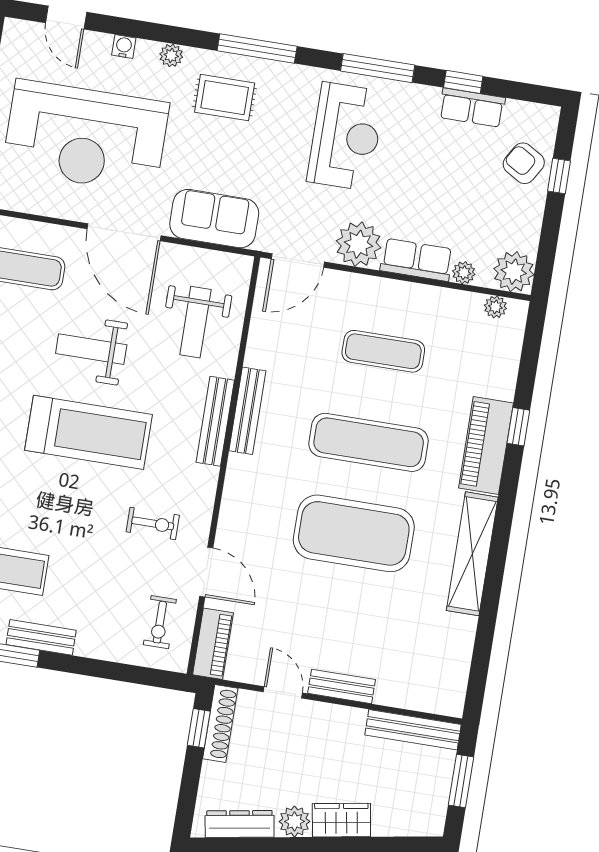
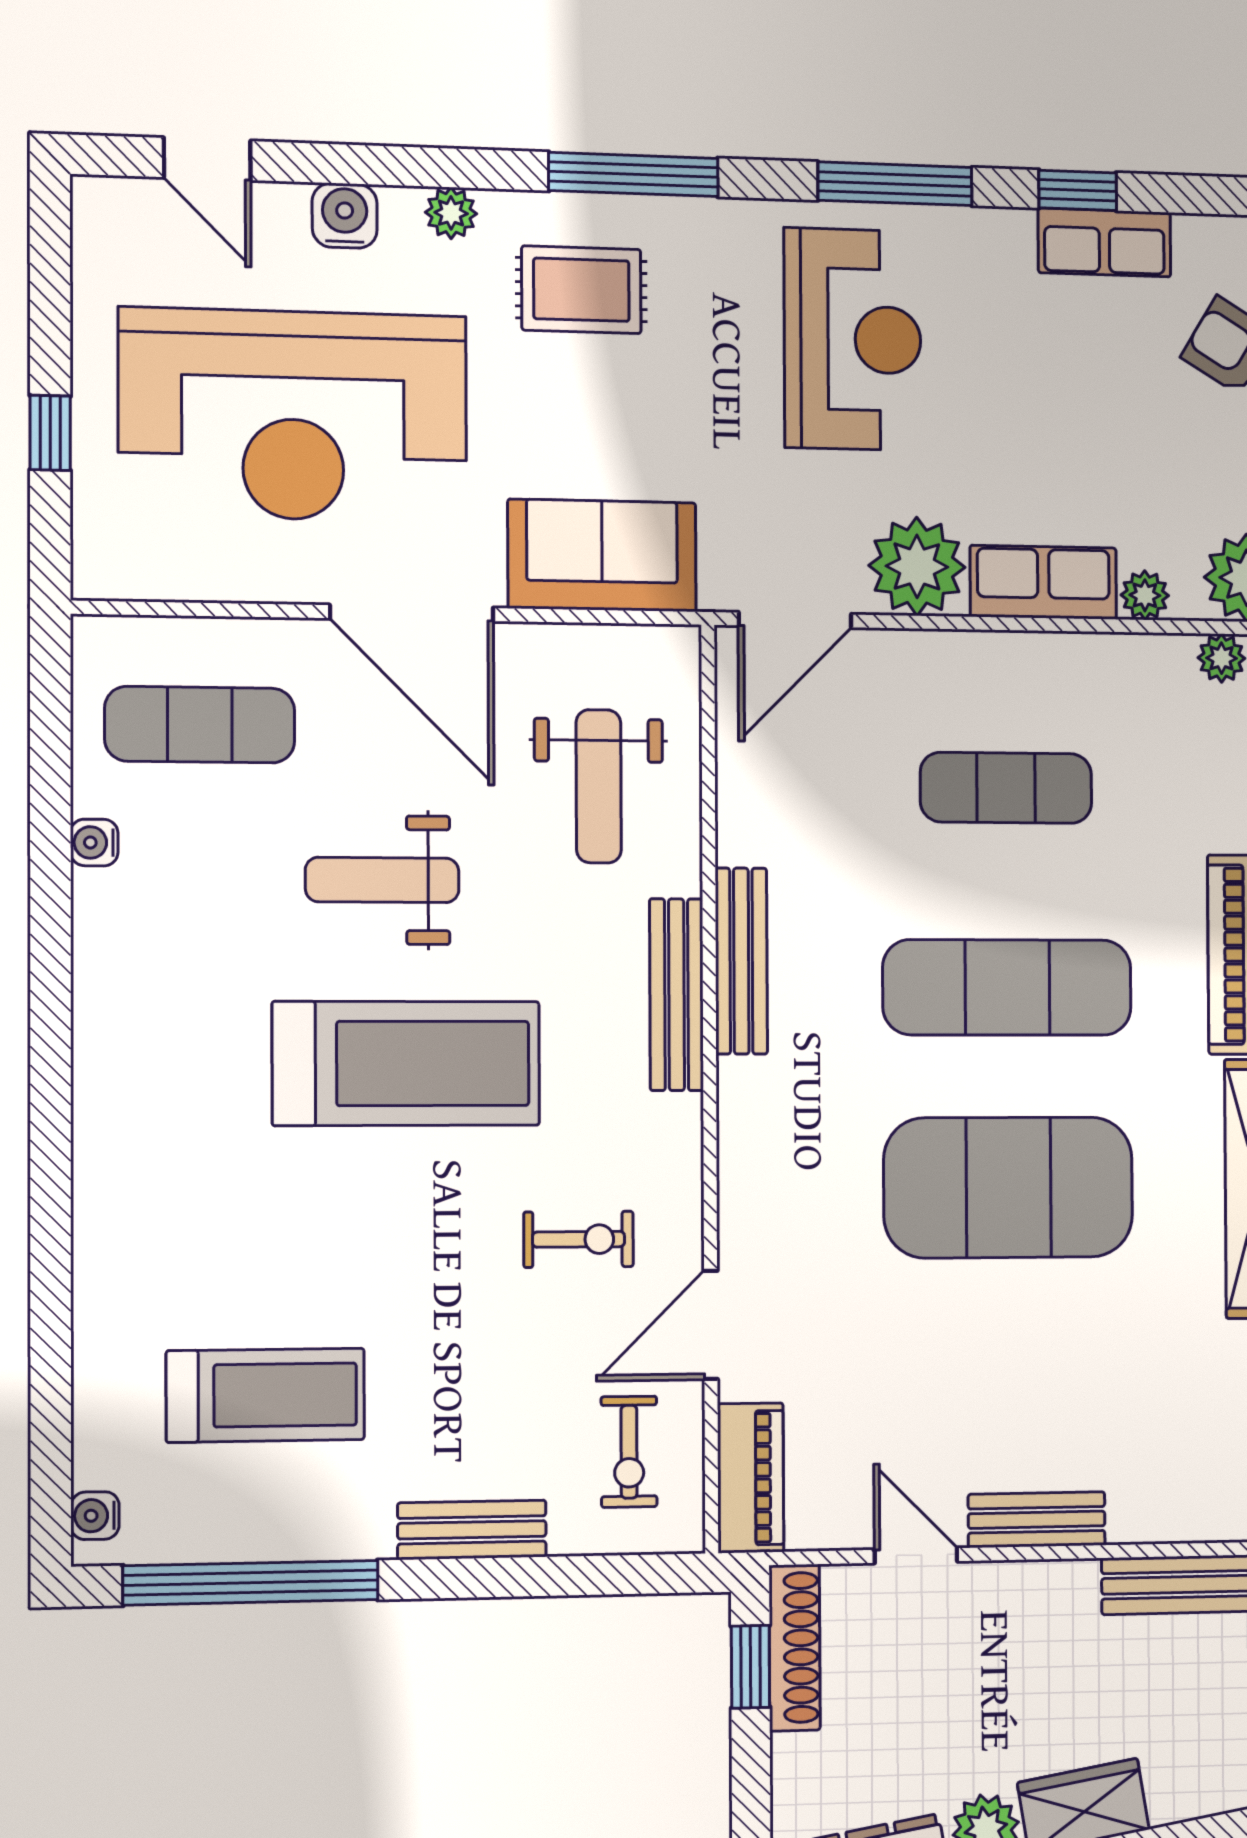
water cooler: (124, 47) -> (345, 216), width x1.38, depth x1.38
door: (206, 572) -> (711, 1325), swing flipped
bench: (41, 637) -> (472, 1530), moved

